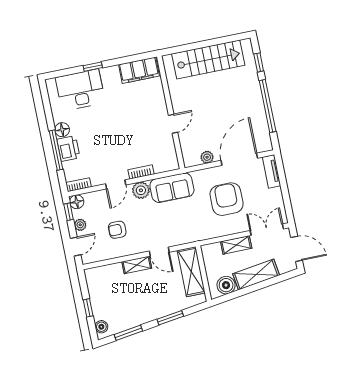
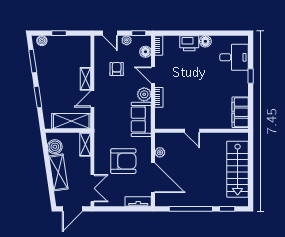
desk: (80, 90) -> (234, 57), width x0.73
window: (56, 150) -> (190, 33), removed
floor lamp: (77, 202) -> (145, 52), moved
shelving: (236, 245) -> (85, 144), moved

